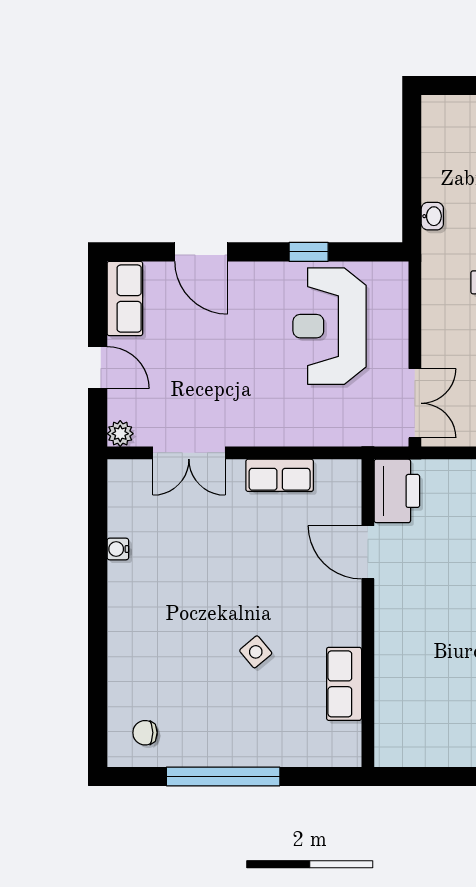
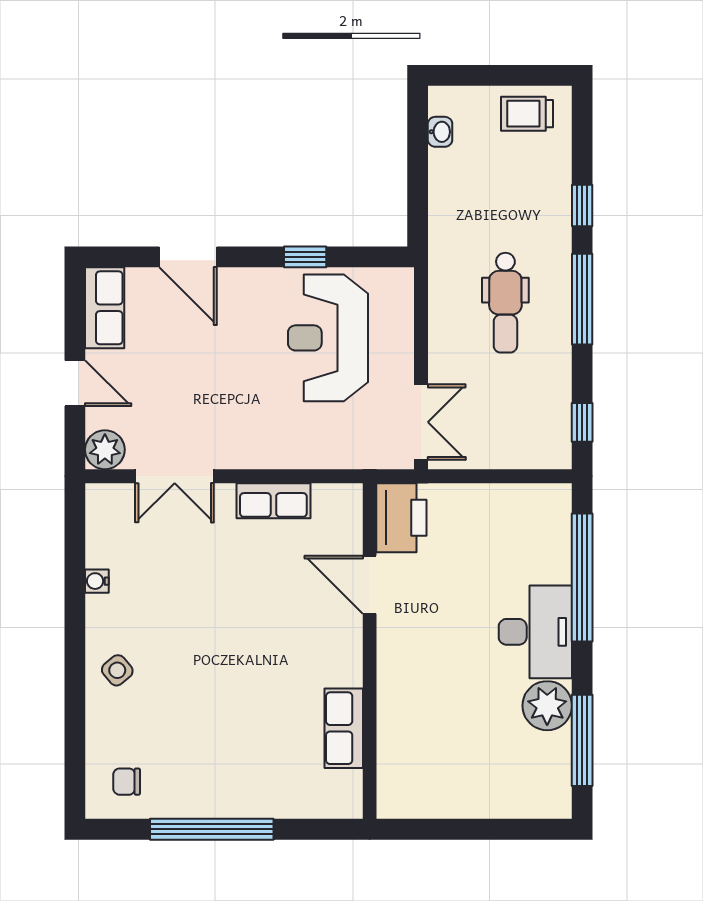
washbasin: (432, 216) -> (440, 132), moved
plant: (120, 434) -> (105, 450), width x1.38, depth x1.38
side table: (256, 652) -> (117, 670), moved

